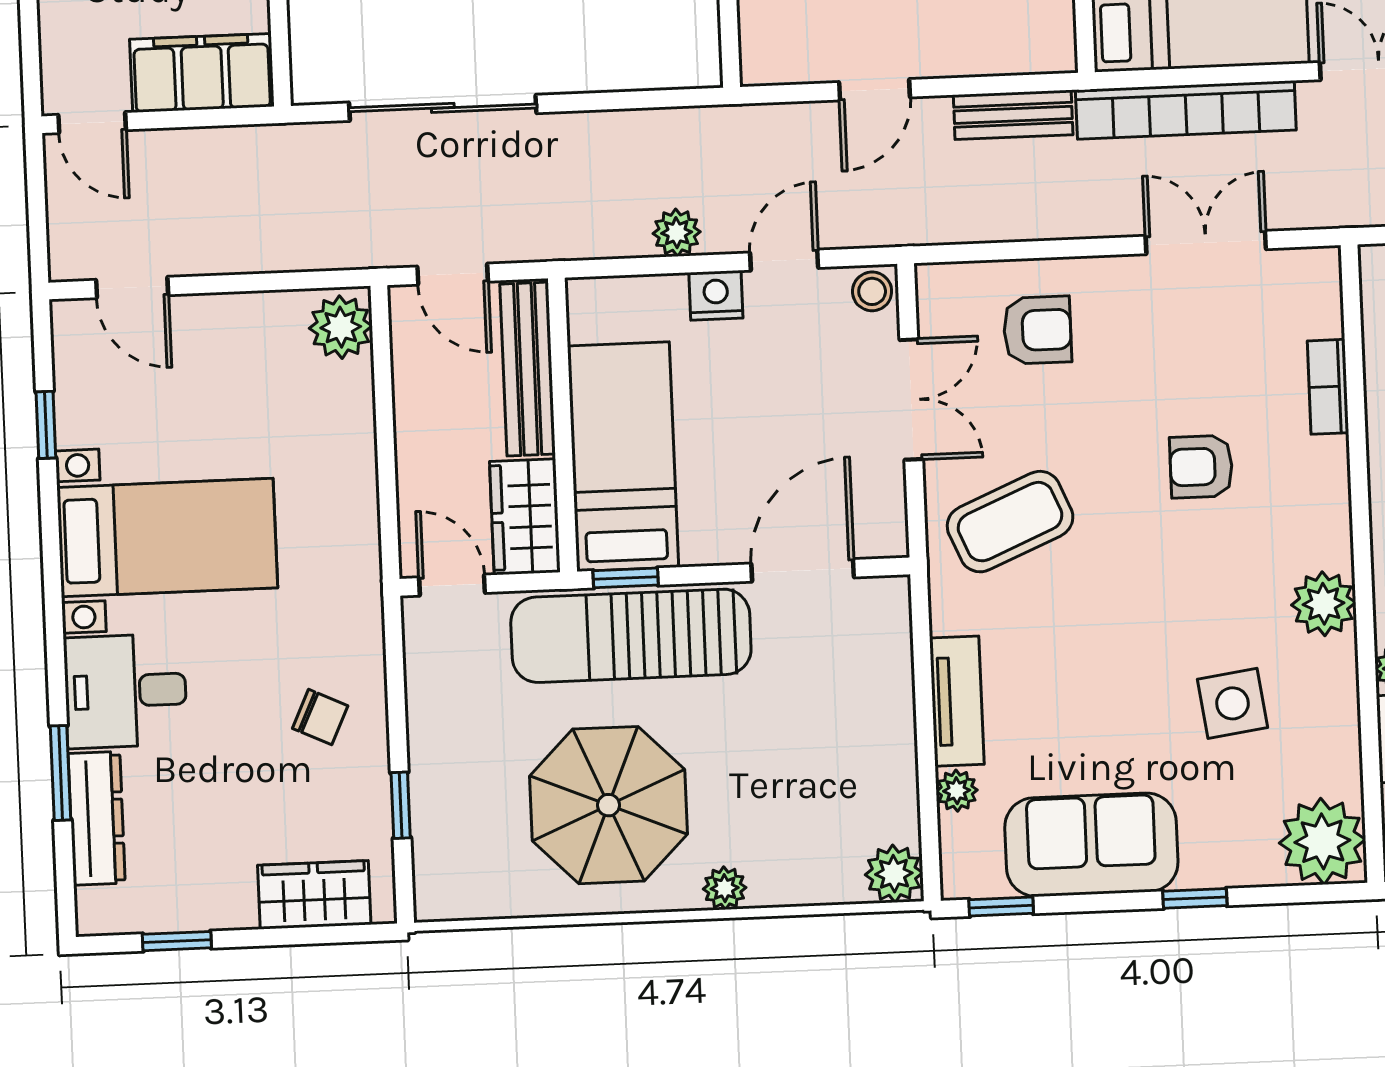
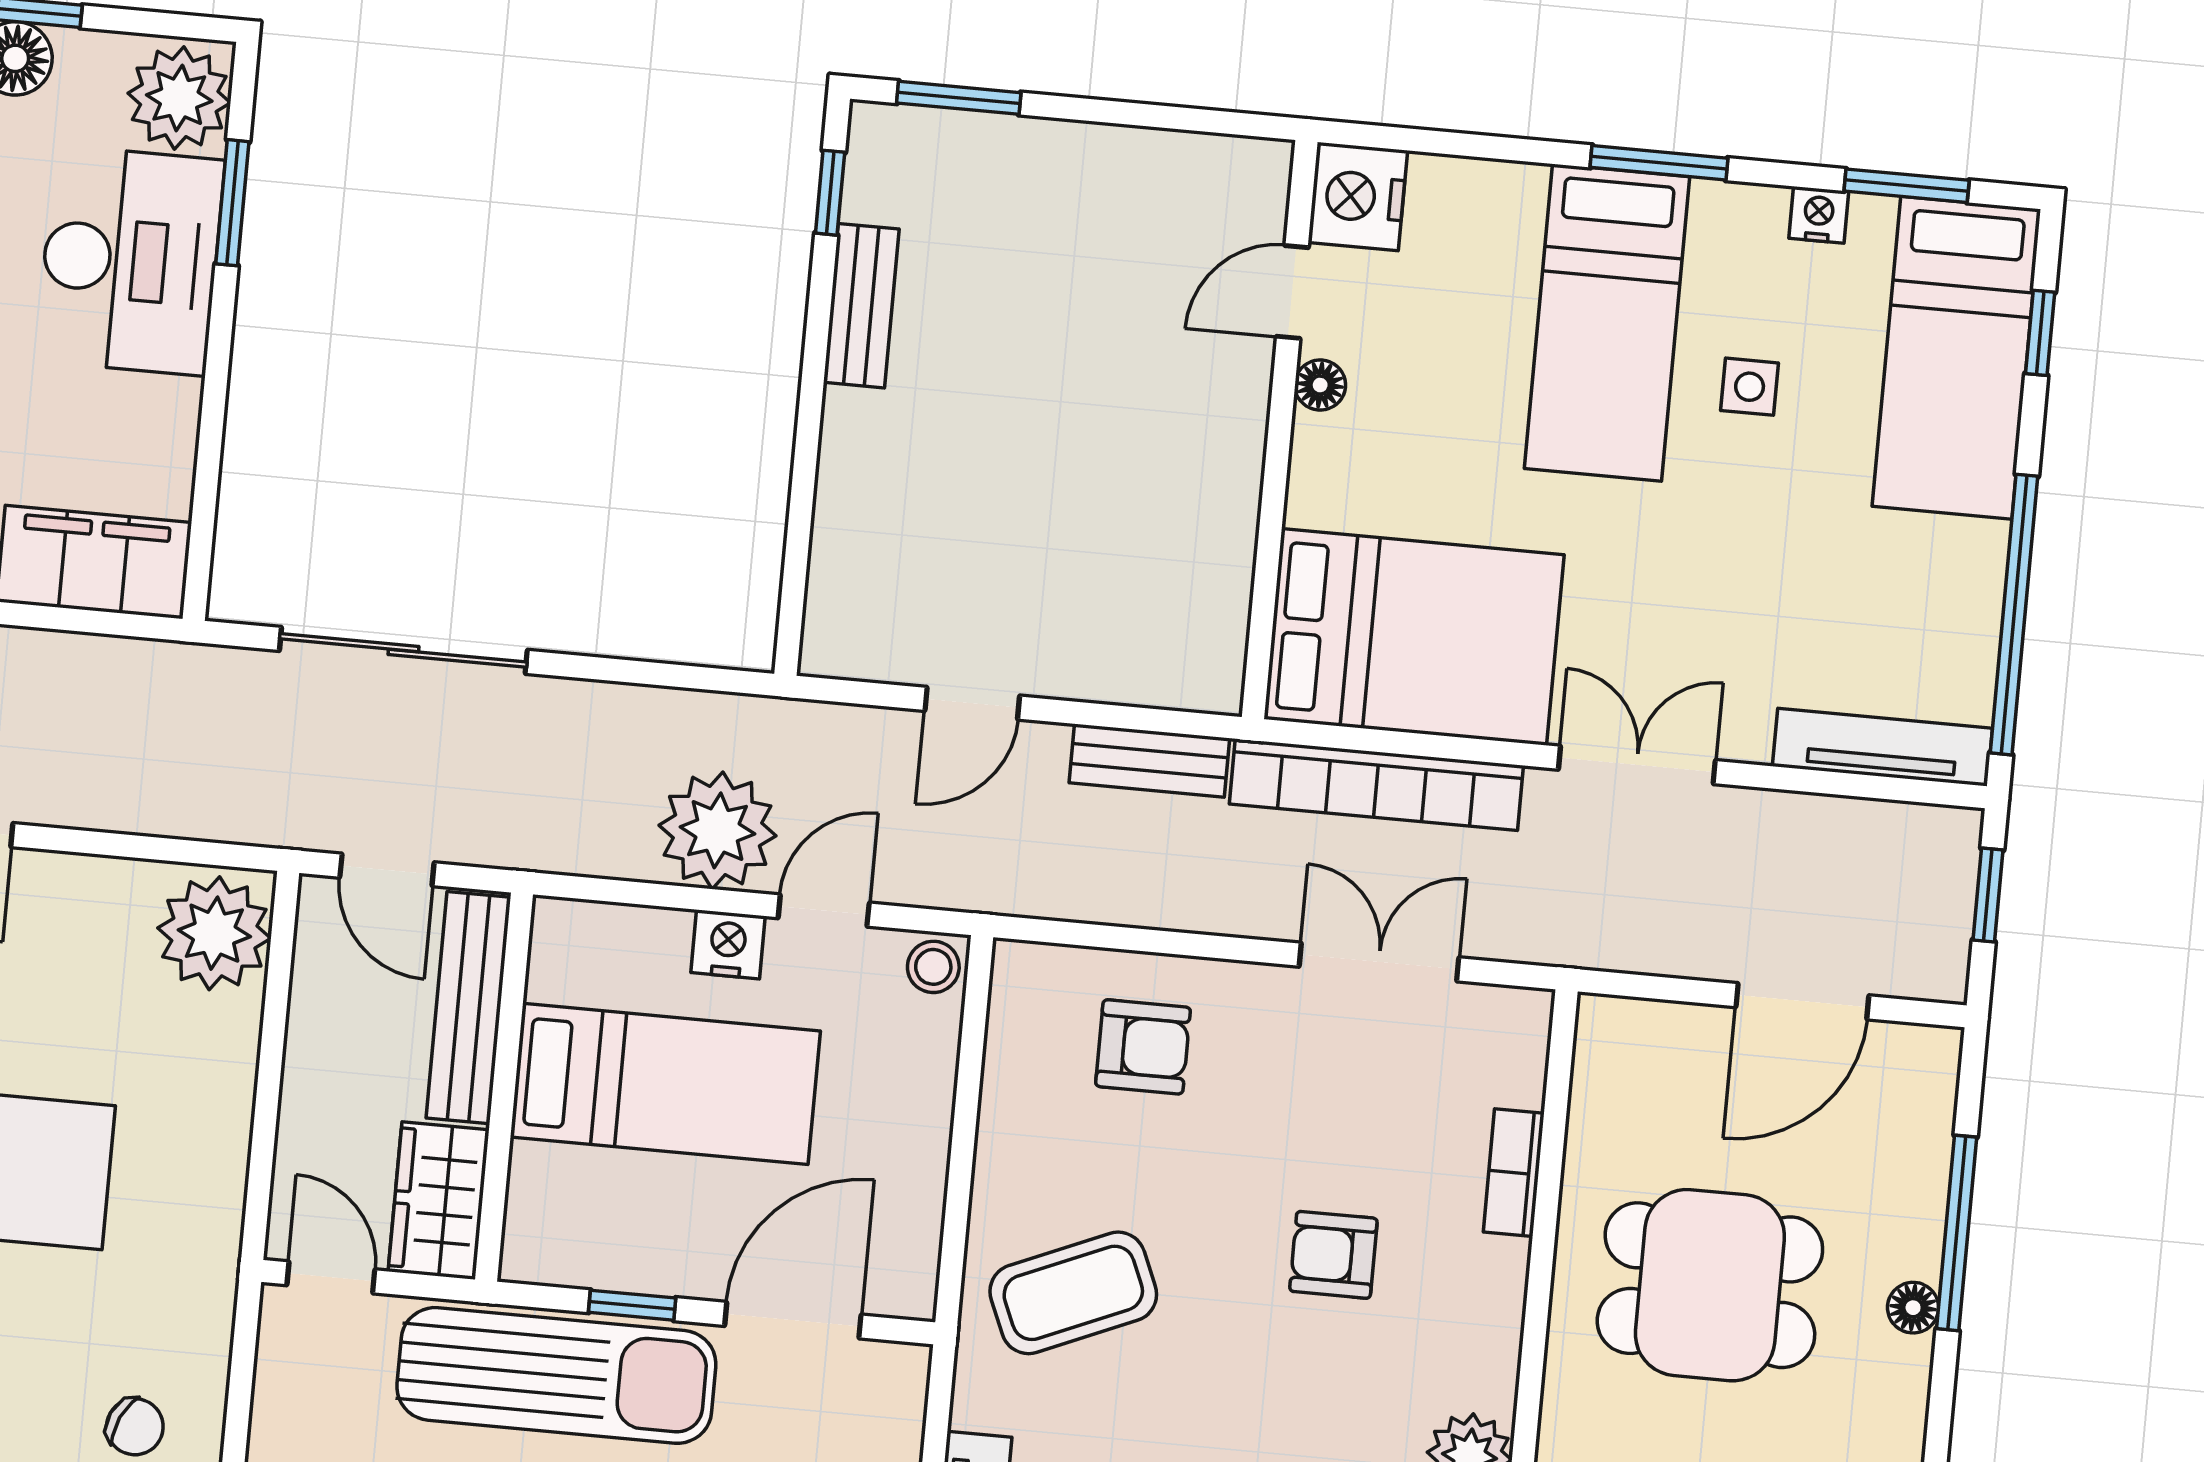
plant: (677, 233) -> (718, 830), width x1.87, depth x1.87
plant: (341, 327) -> (214, 933), width x1.36, depth x1.36
double door: (911, 400) -> (966, 1116), removed
bed: (623, 457) -> (665, 1084), moved, turned 90
window: (626, 578) -> (632, 1305), moved
sun lounger: (631, 636) -> (556, 1375), turned 180

